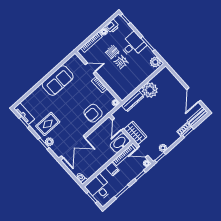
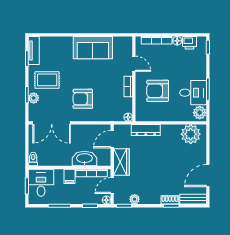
desk: (133, 45) -> (193, 93), moved
armchair: (119, 71) -> (158, 91), added
plant: (150, 90) -> (191, 134), moved
armchair: (93, 113) -> (83, 99), moved
washbasin: (120, 143) -> (84, 159), moved
door: (142, 152) -> (112, 186), hinge flipped

